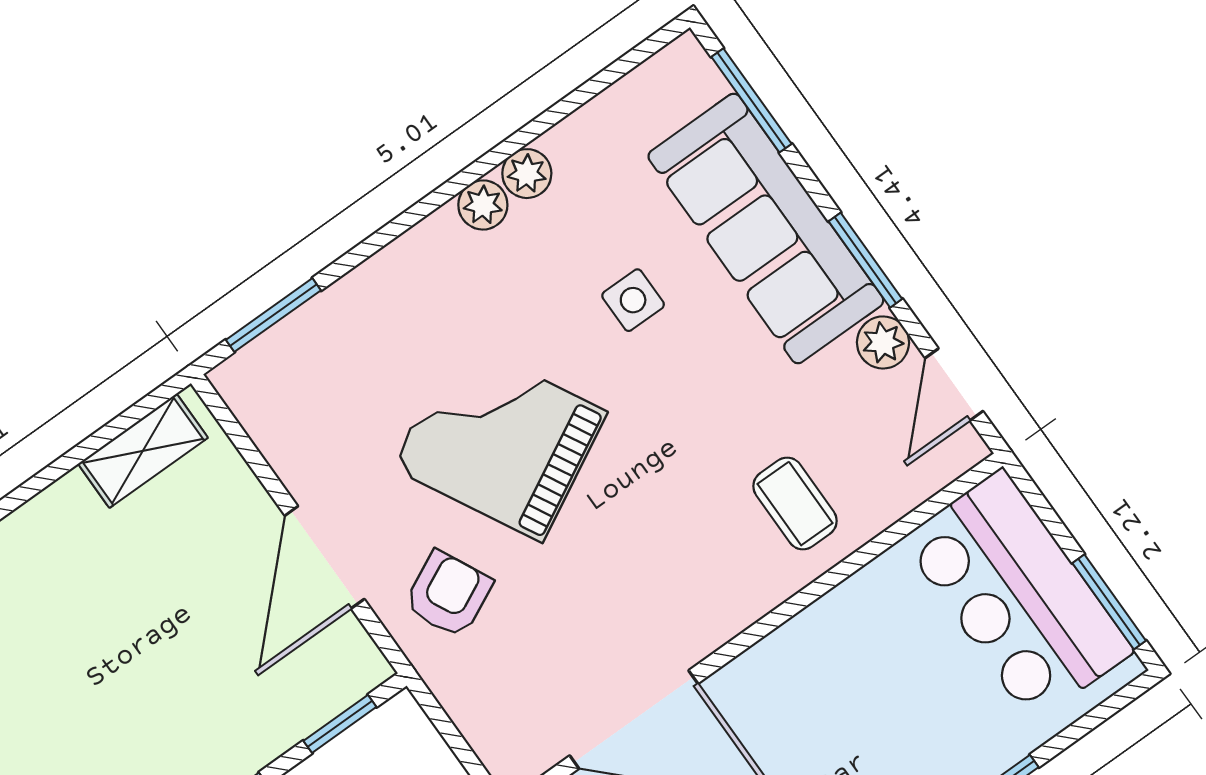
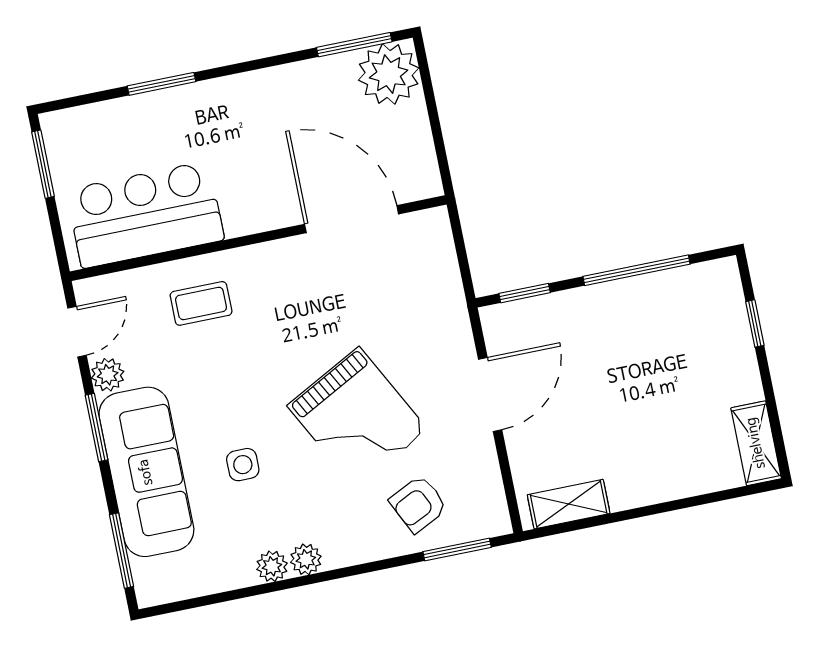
coffee table: (795, 503) -> (201, 303), turned 90
armchair: (448, 594) -> (418, 504), moved
bar counter: (1017, 595) -> (145, 215), moved, turned -90

